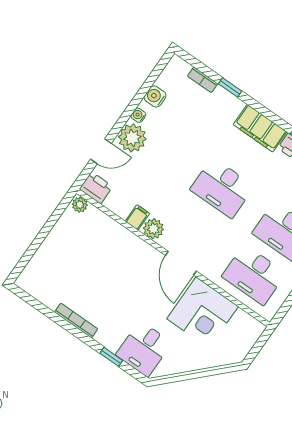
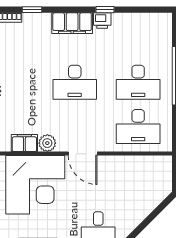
filing cabinet: (137, 217) -> (24, 143), width x2.00
corner desk: (203, 313) -> (35, 185), moved, width x1.36, depth x1.36

